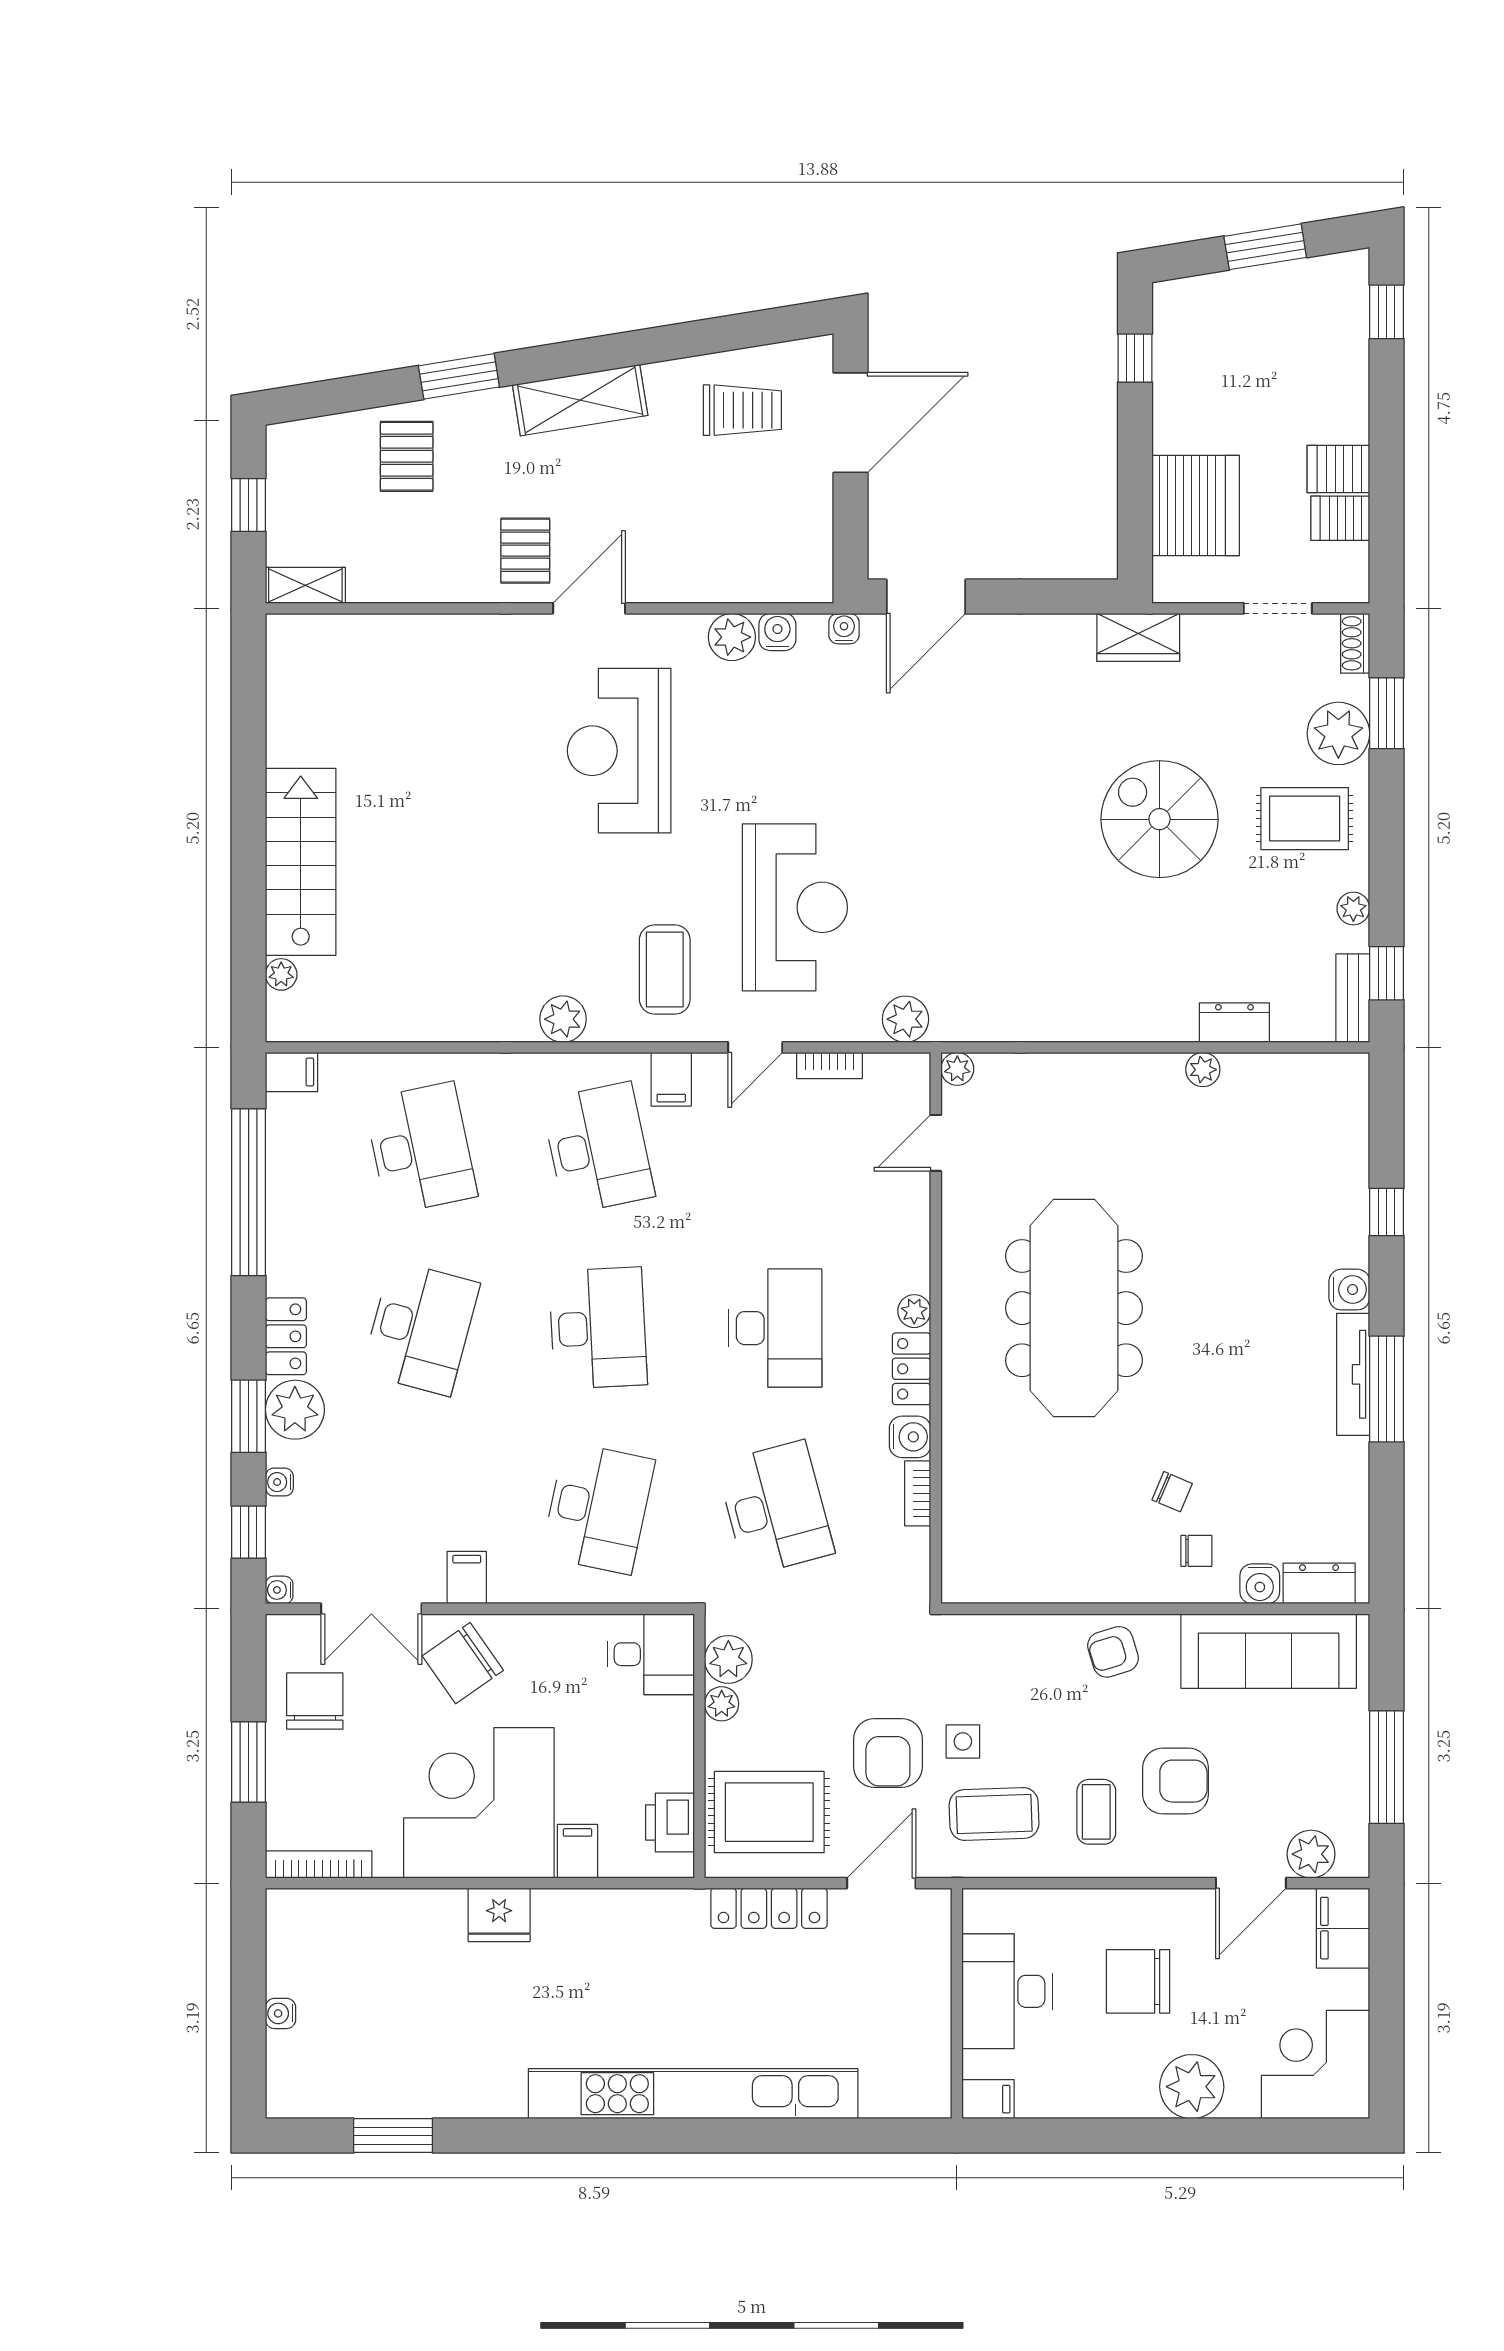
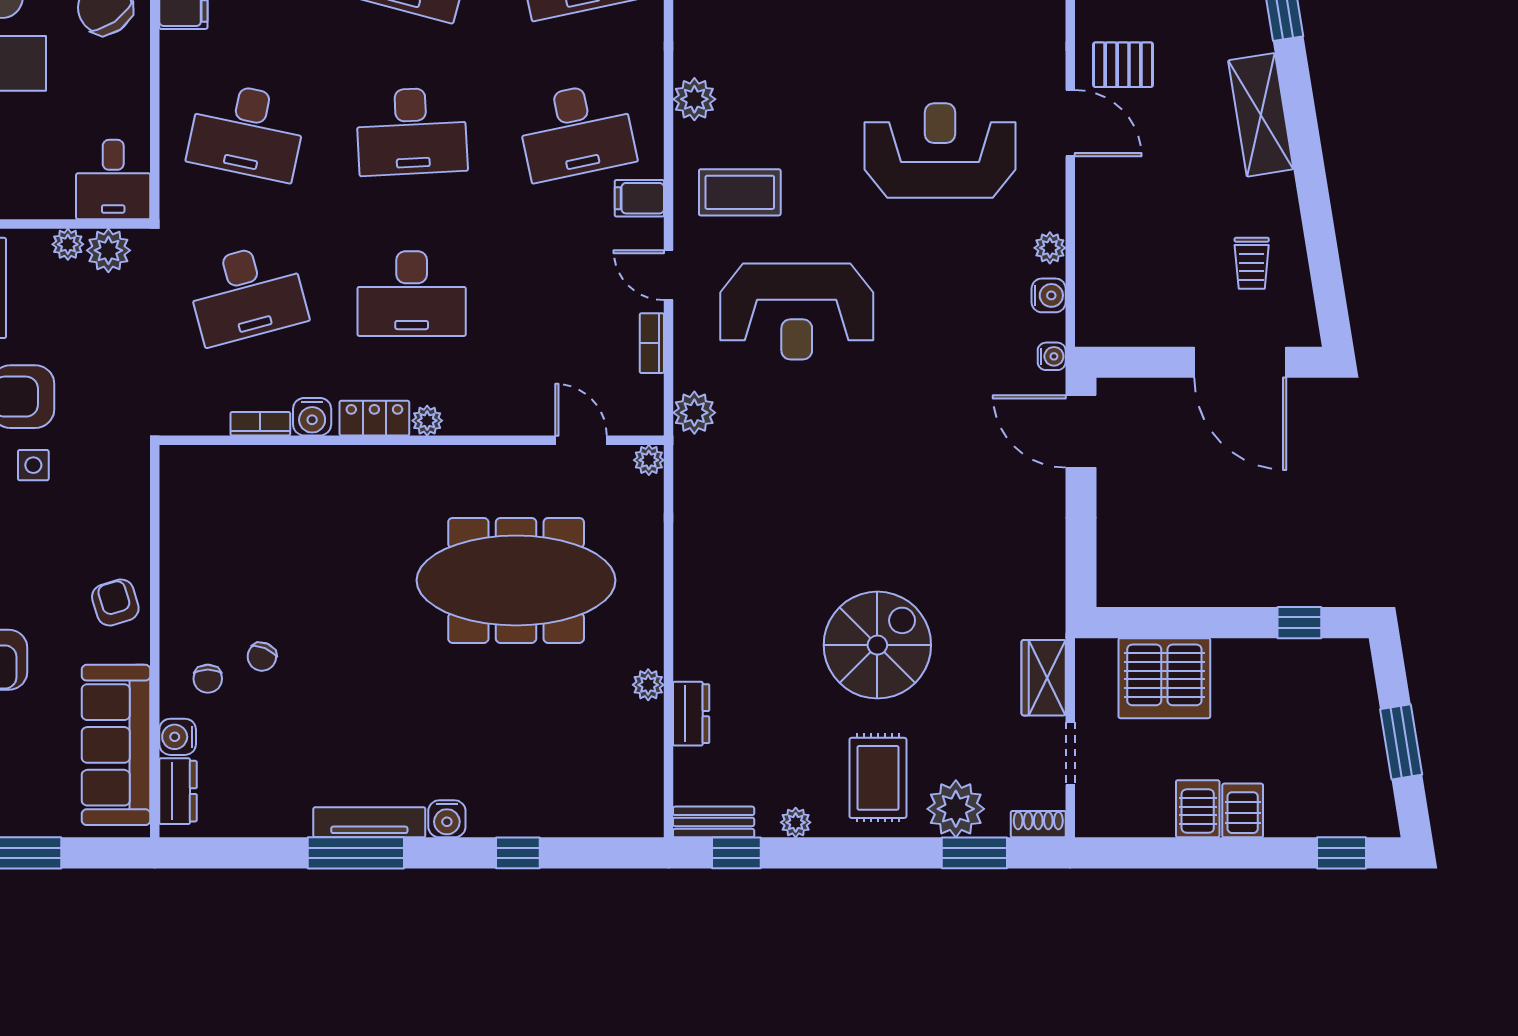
trolley: (742, 410) -> (1252, 263), width x0.73, depth x0.72
server rack: (1340, 518) -> (1243, 810), moved
plant: (732, 637) -> (1050, 248), width x0.73, depth x0.73
wardrobe: (1138, 637) -> (1044, 678), moved
meeting table: (1074, 1308) -> (516, 580), moved

